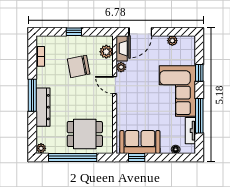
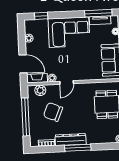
window: (74, 32) -> (25, 117), width x3.17
chair: (79, 66) -> (53, 112), turned 124
window: (199, 73) -> (41, 16), moved
dresser: (43, 107) -> (71, 140), moved
window: (199, 116) -> (98, 13), moved

